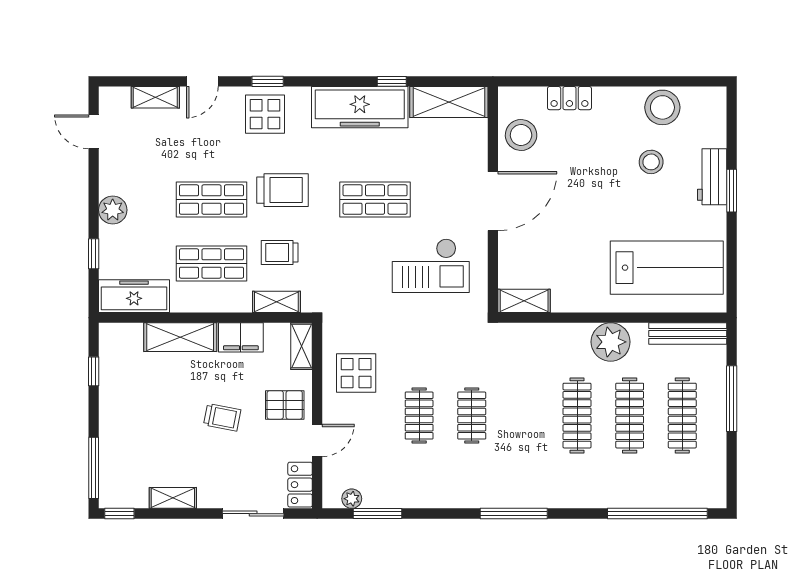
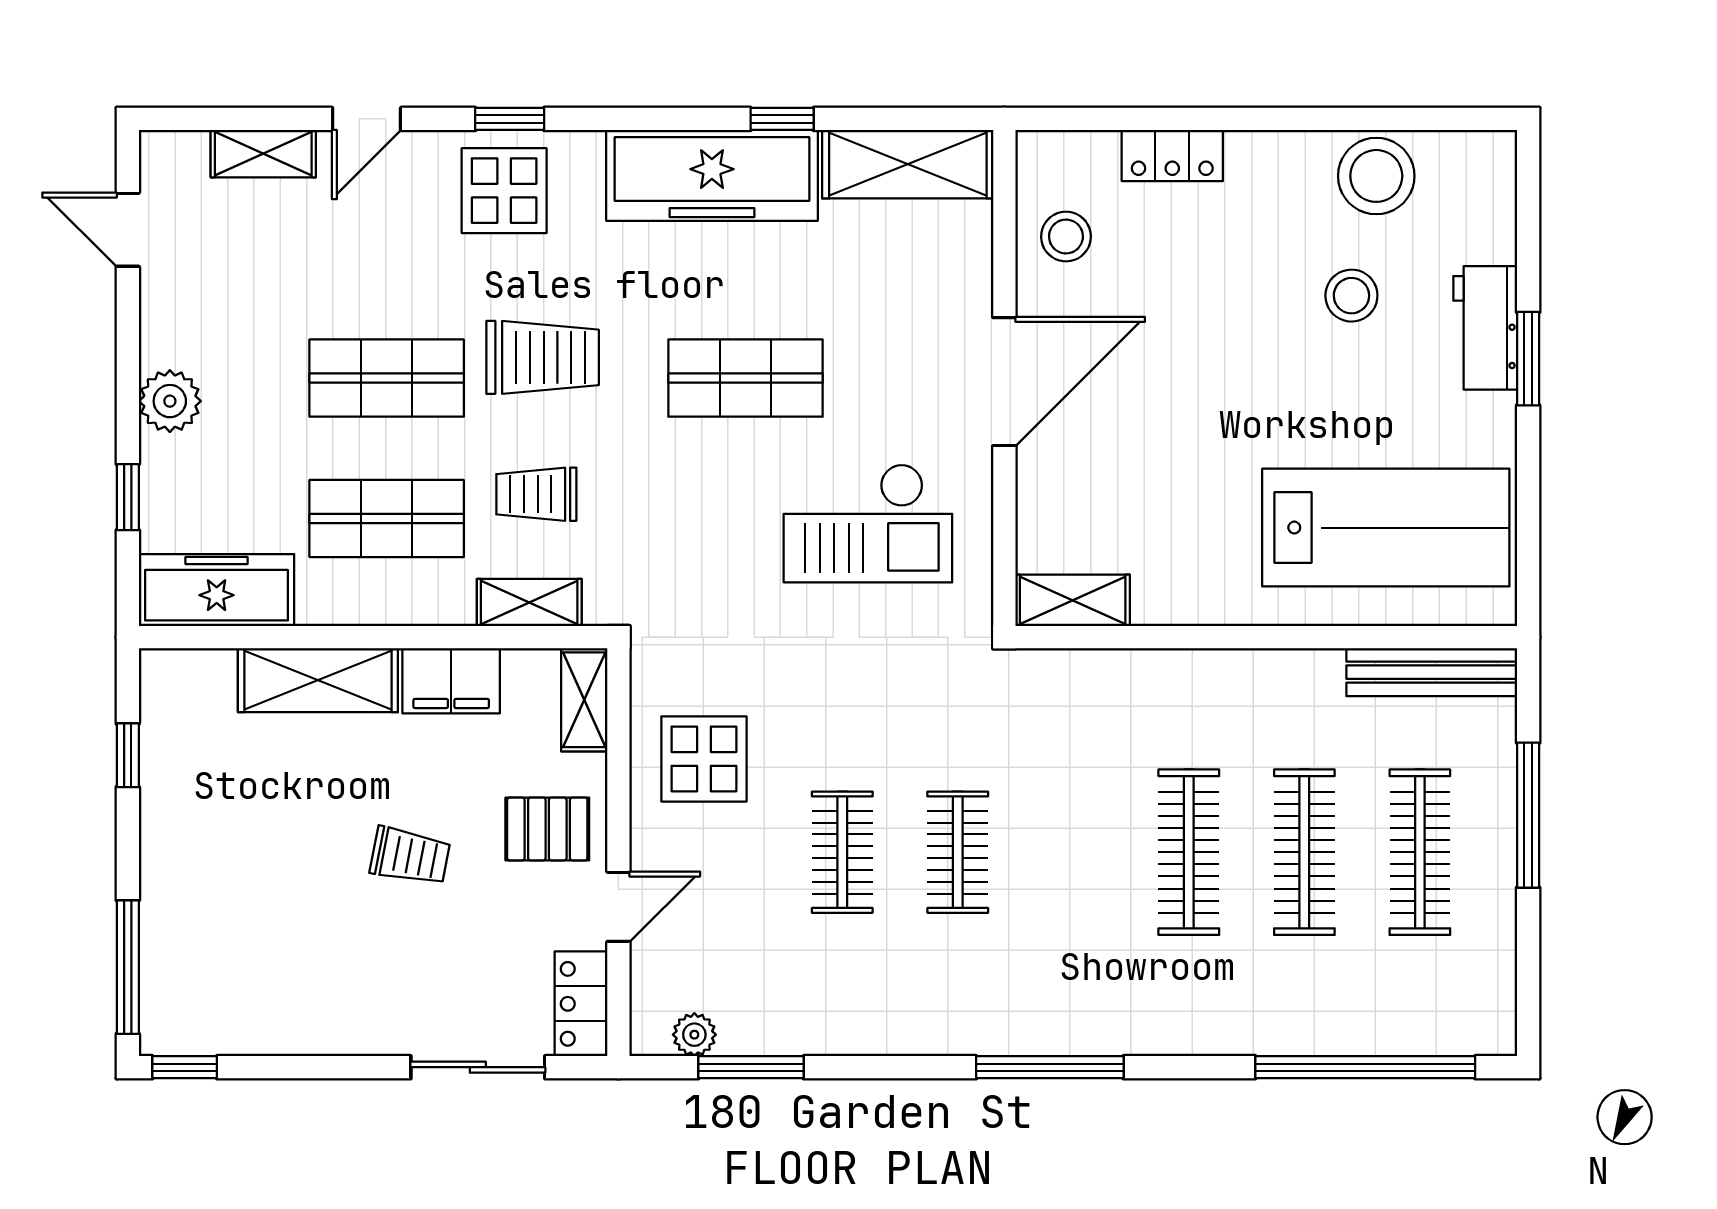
stool: (521, 135) -> (1066, 237), width x0.73, depth x0.73
plant: (611, 342) -> (1262, 691), removed
shelving: (173, 498) -> (302, 1033), removed

